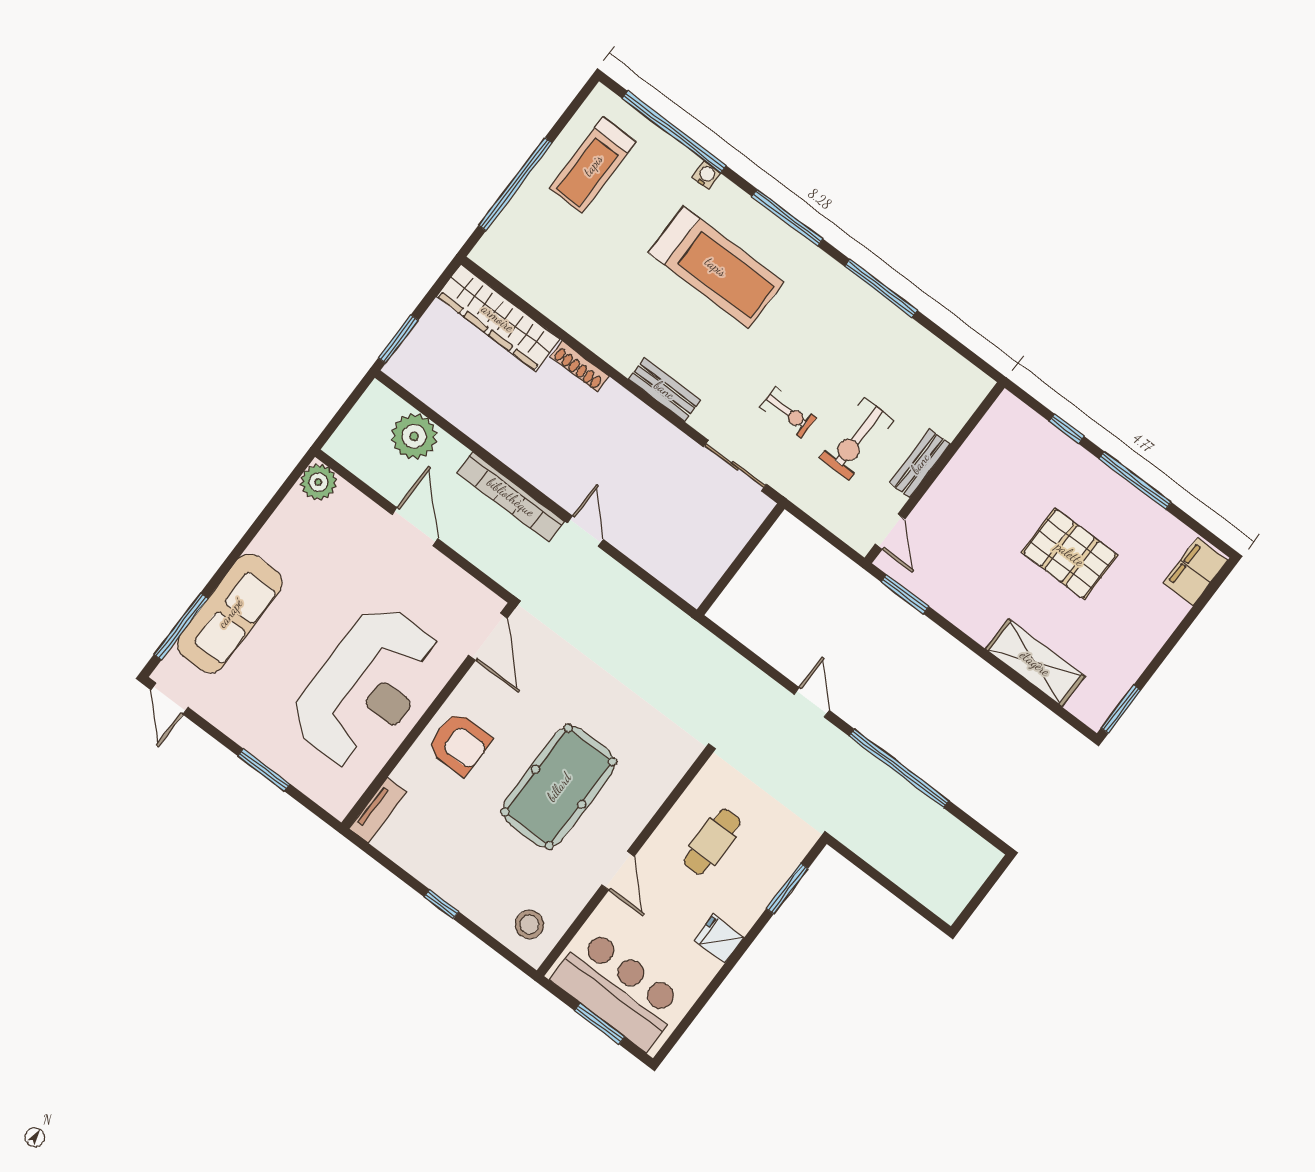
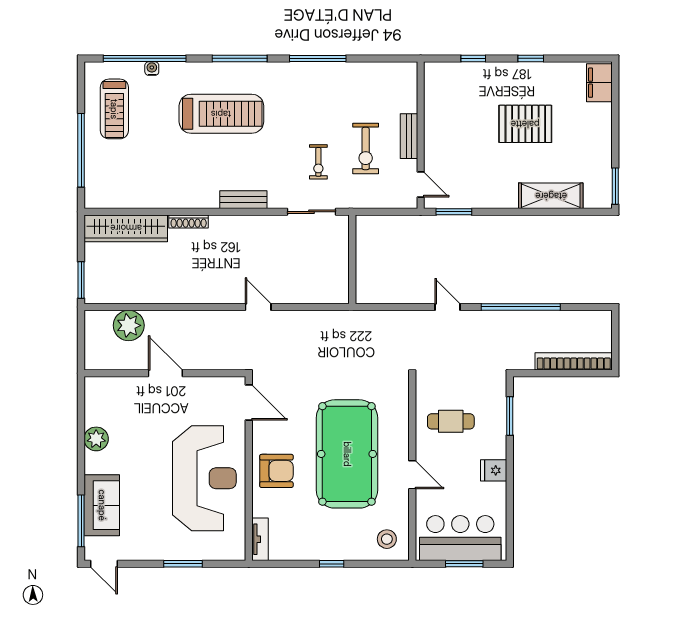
water cooler: (706, 175) -> (152, 69), moved
exercise bike: (788, 412) -> (318, 162), turned 90
window: (1135, 481) -> (531, 58), width x0.46
plant: (318, 482) -> (96, 439), moved
bookcase: (511, 497) -> (574, 361), moved, turned 180
sofa: (230, 613) -> (102, 505), width x0.73
pool table: (559, 787) -> (347, 454), width x1.36, depth x1.32
cafe table: (712, 842) -> (451, 421), turned 90

